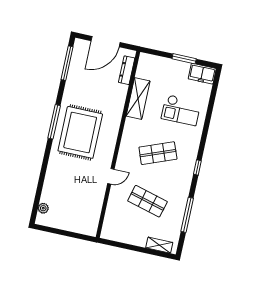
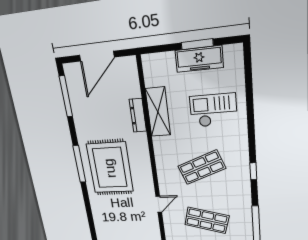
dresser: (127, 70) -> (138, 115), moved
freezer: (202, 74) -> (199, 59), moved, width x1.40
checkout: (181, 110) -> (213, 110), turned 180

